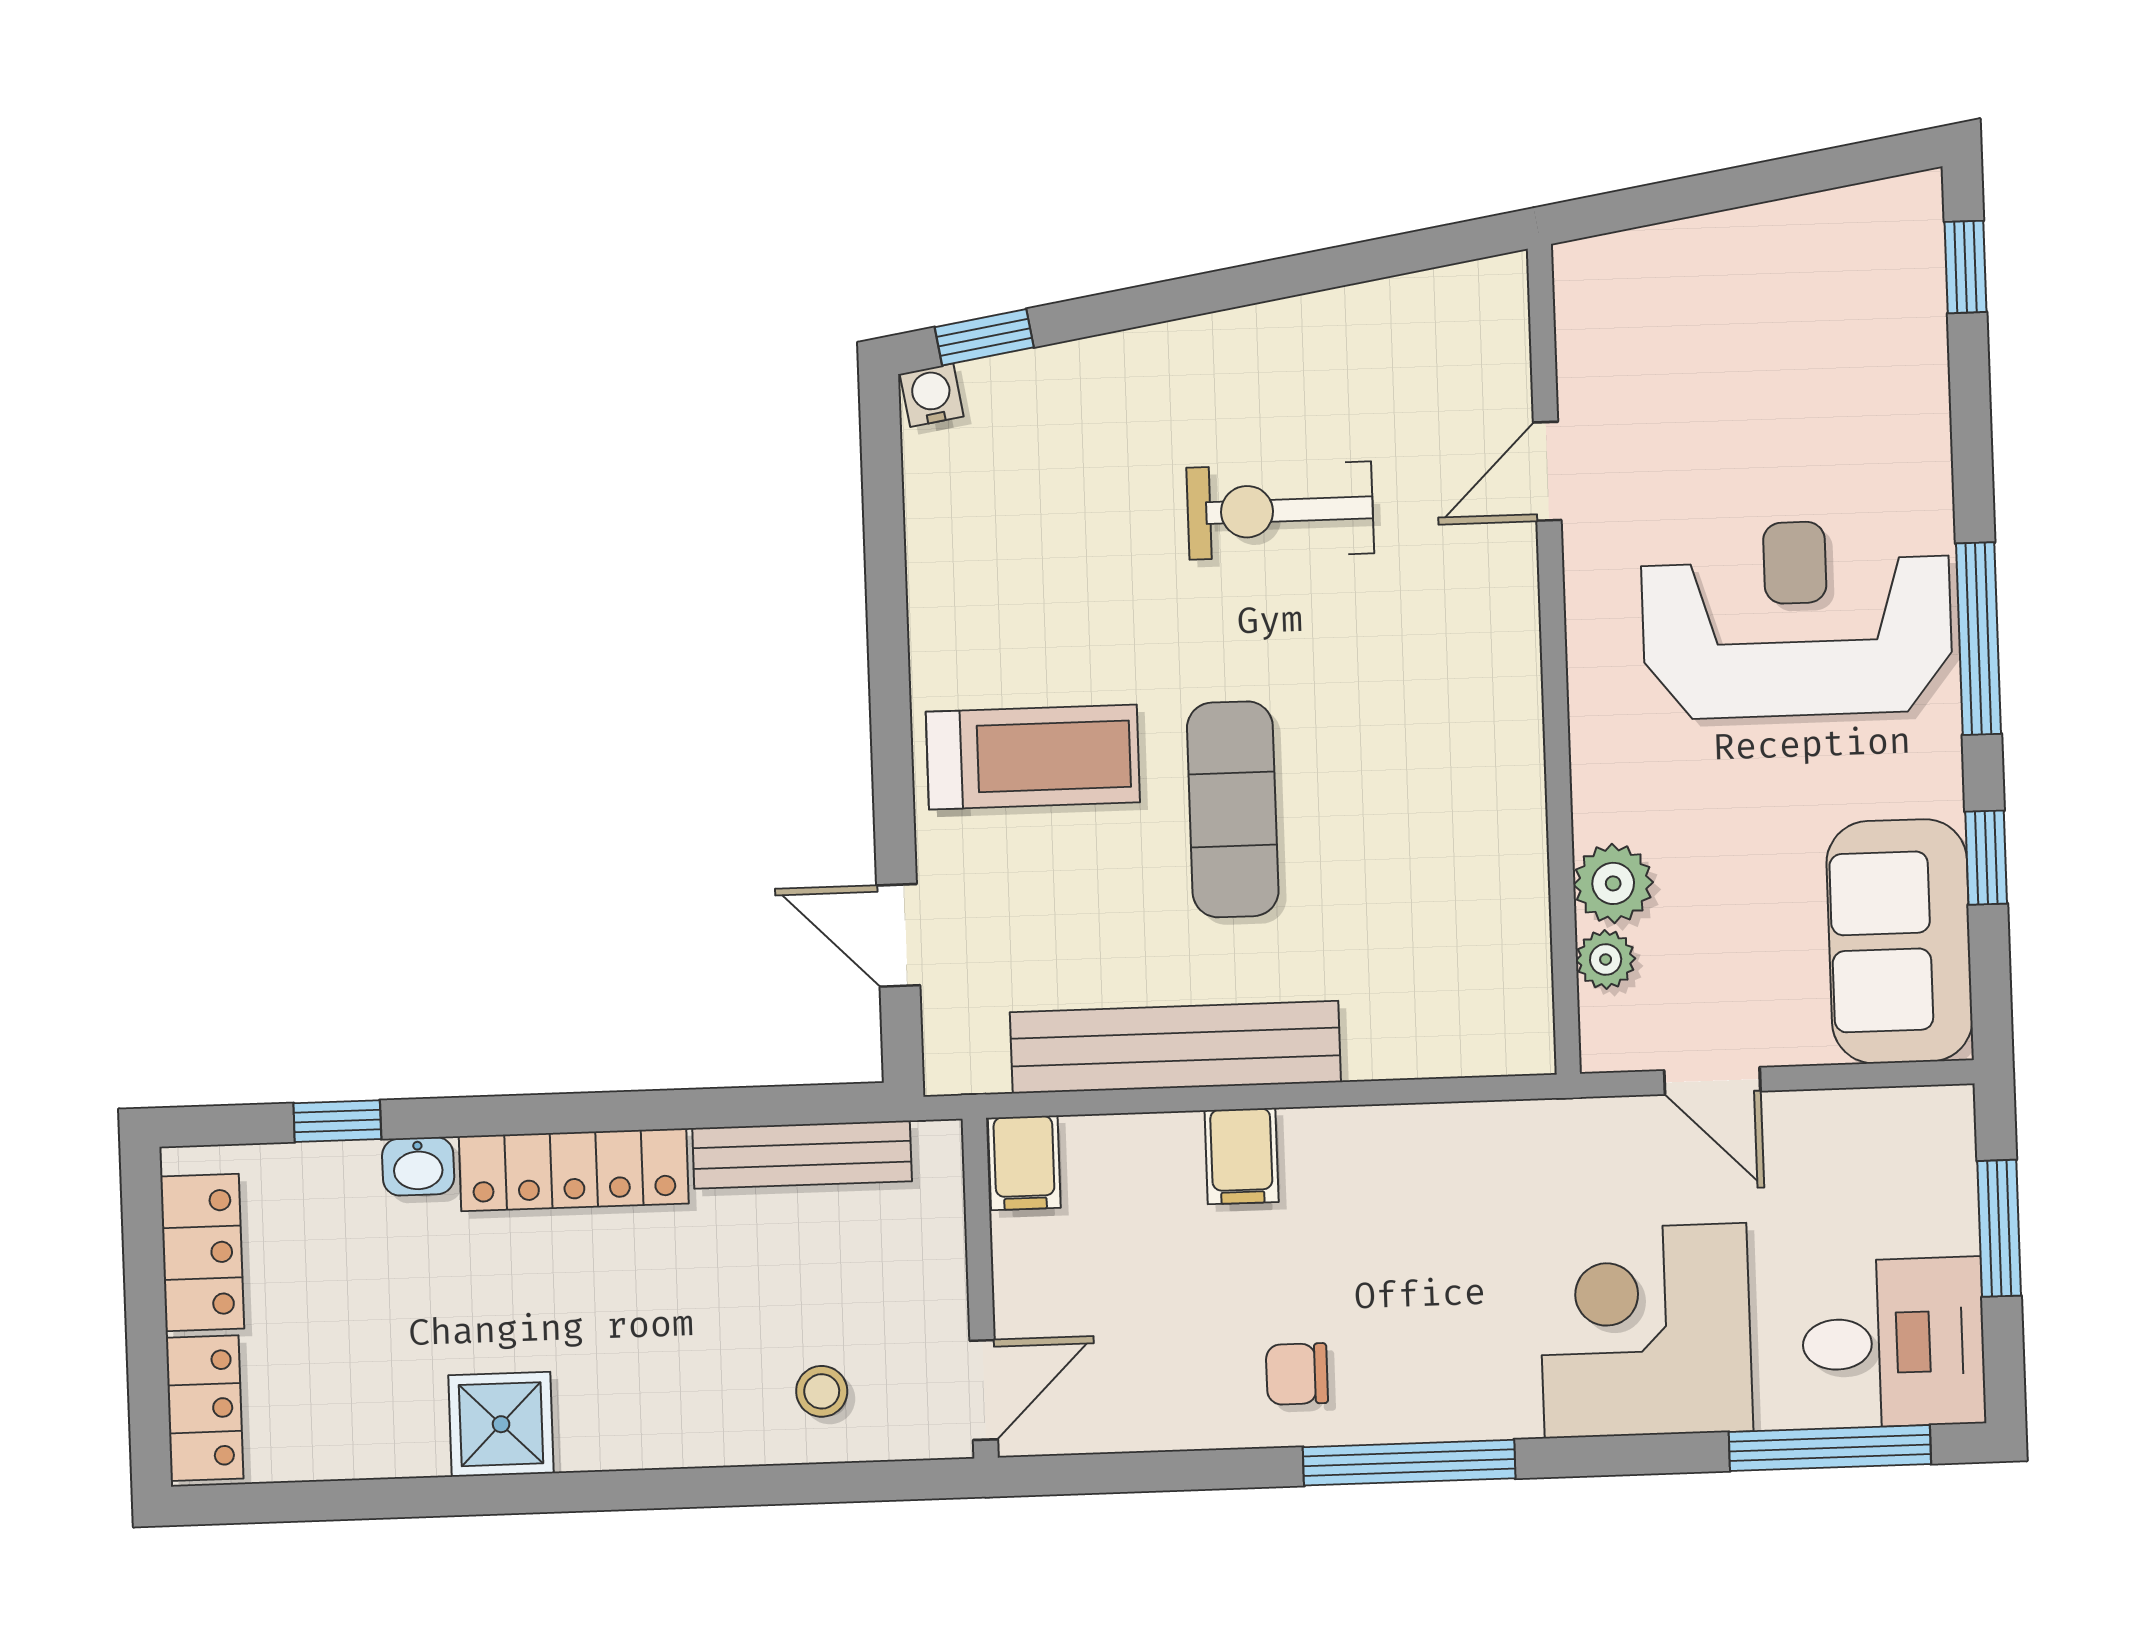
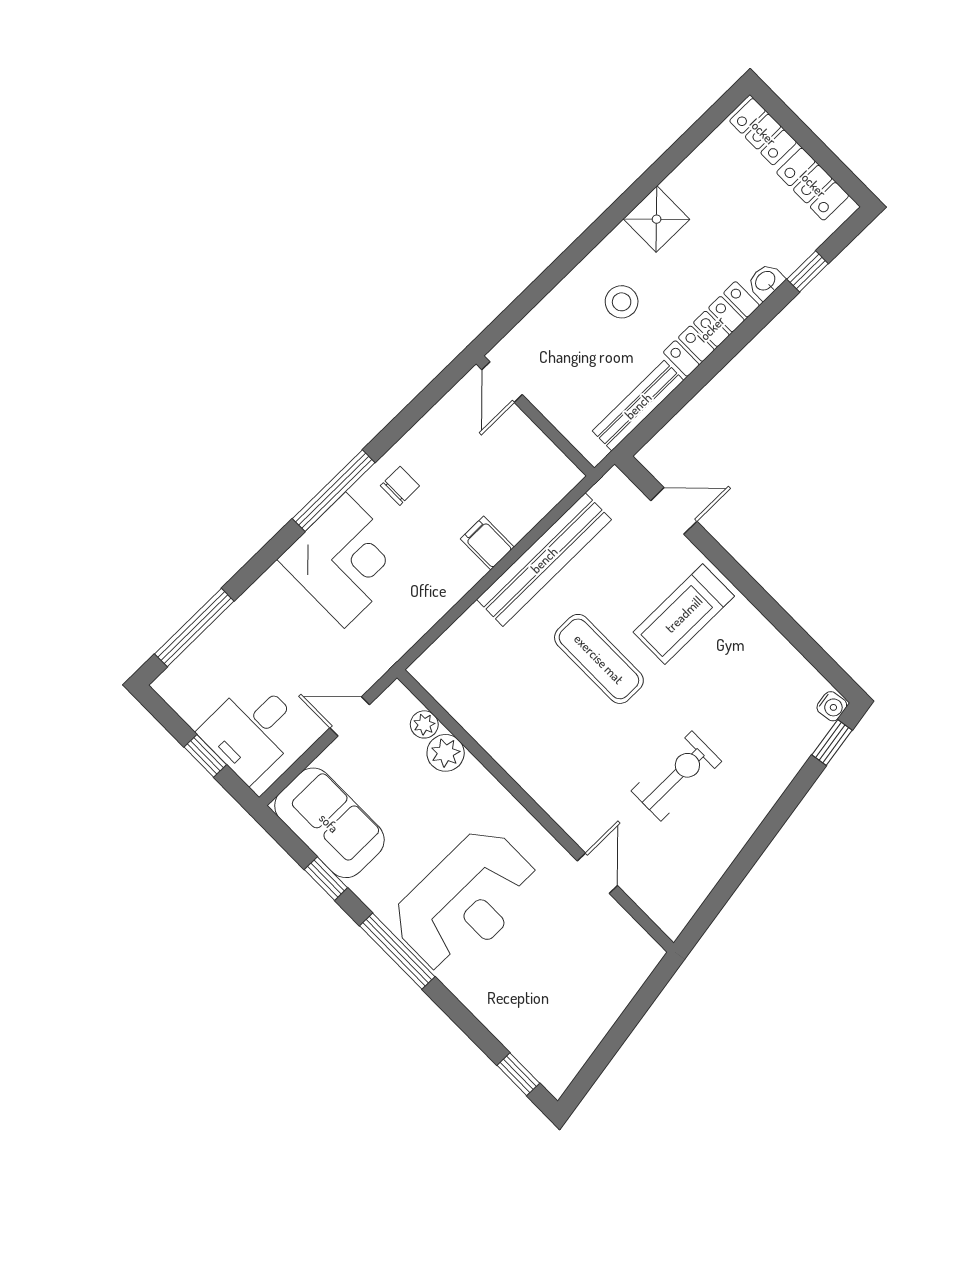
filing cabinet: (1024, 1163) -> (559, 473), removed
window: (1999, 1228) -> (205, 756), width x0.67
corner desk: (1646, 1331) -> (345, 560), moved
desk: (1893, 1343) -> (252, 730), moved
stool: (822, 1391) -> (622, 302), moved, width x1.37, depth x1.37

